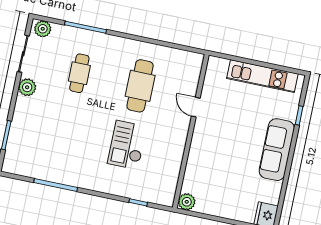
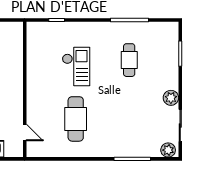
cafe table: (79, 73) -> (129, 60), moved
door: (196, 107) -> (25, 132), moved
plant: (187, 202) -> (16, 29), removed

